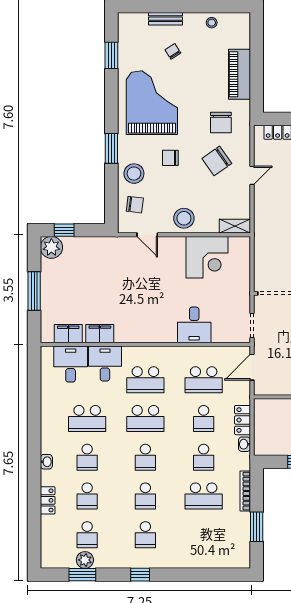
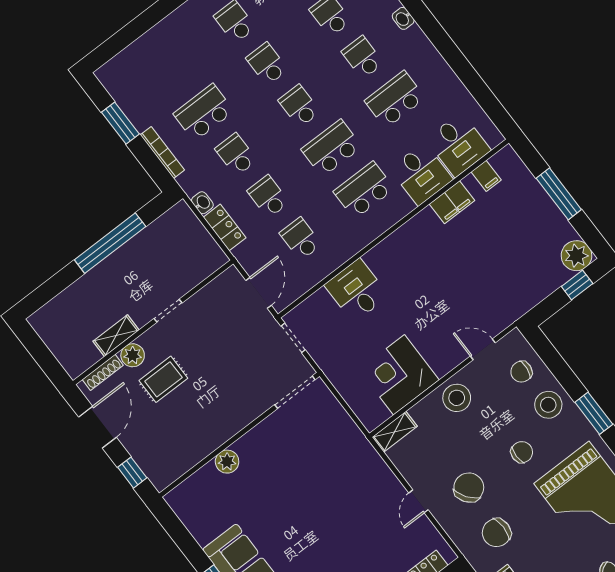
chair: (221, 122) -> (497, 533), turned -90
filing cabinet: (68, 334) -> (486, 176), width x0.50
school desk: (204, 380) -> (301, 239), width x0.54

